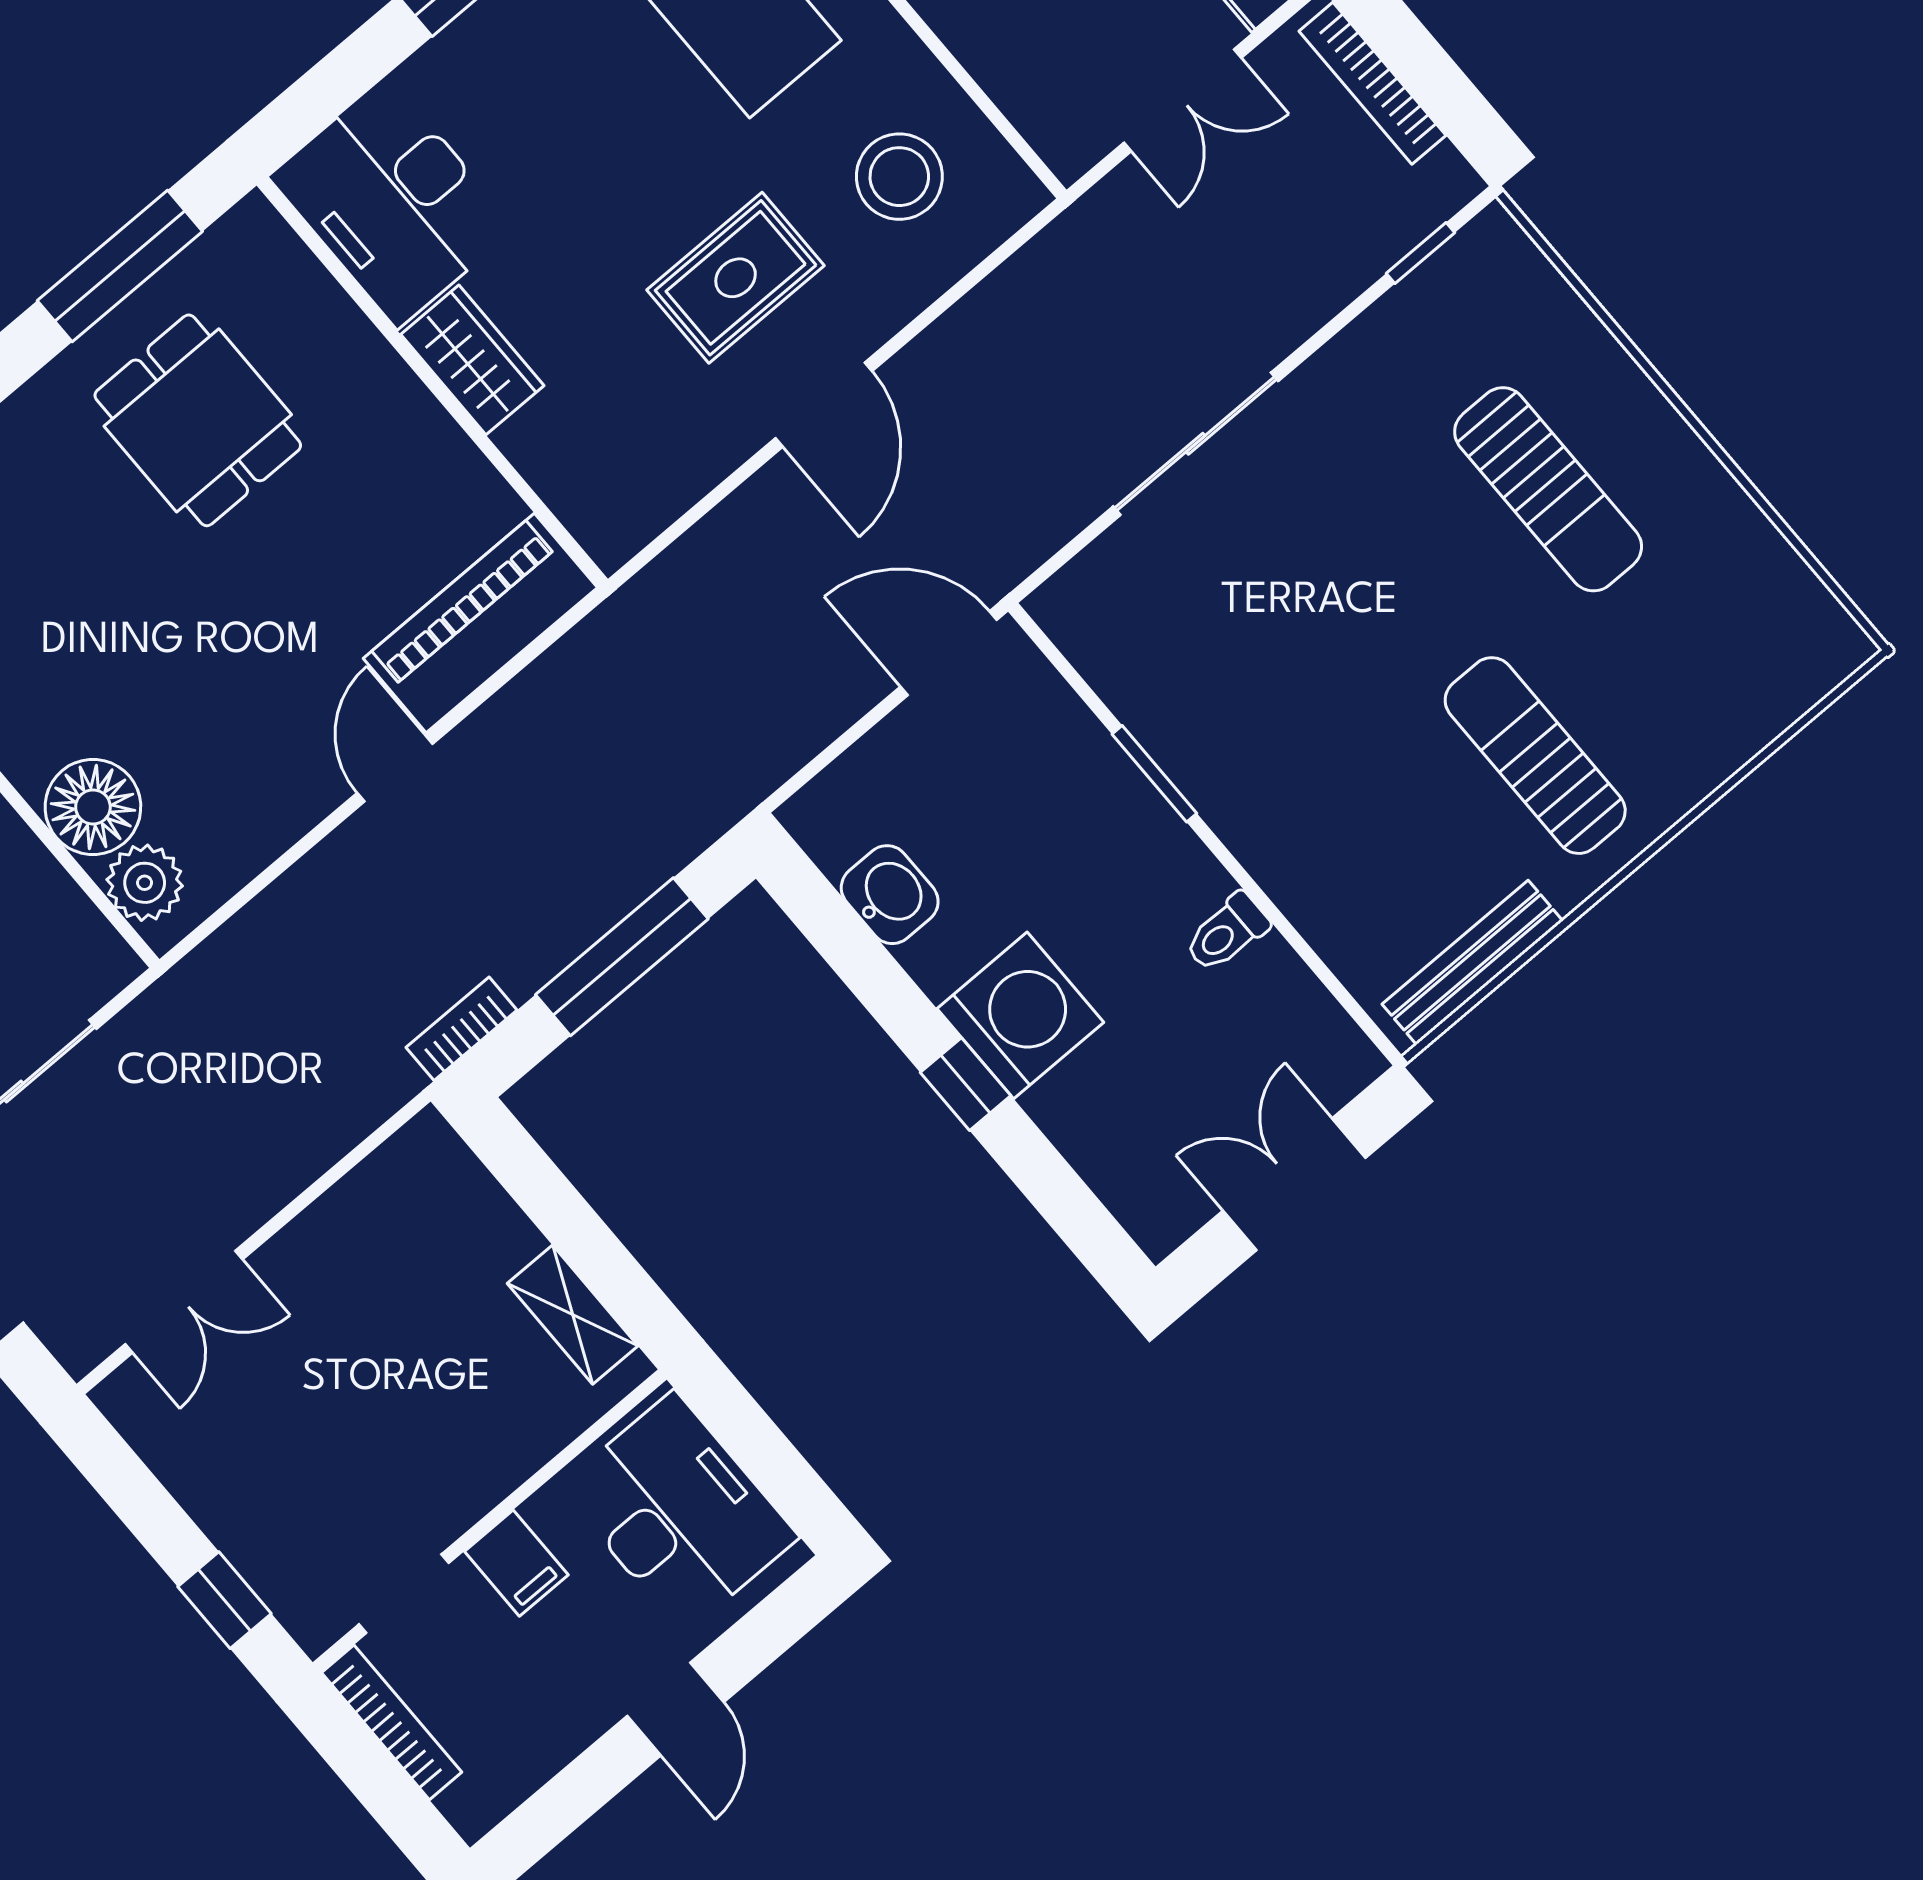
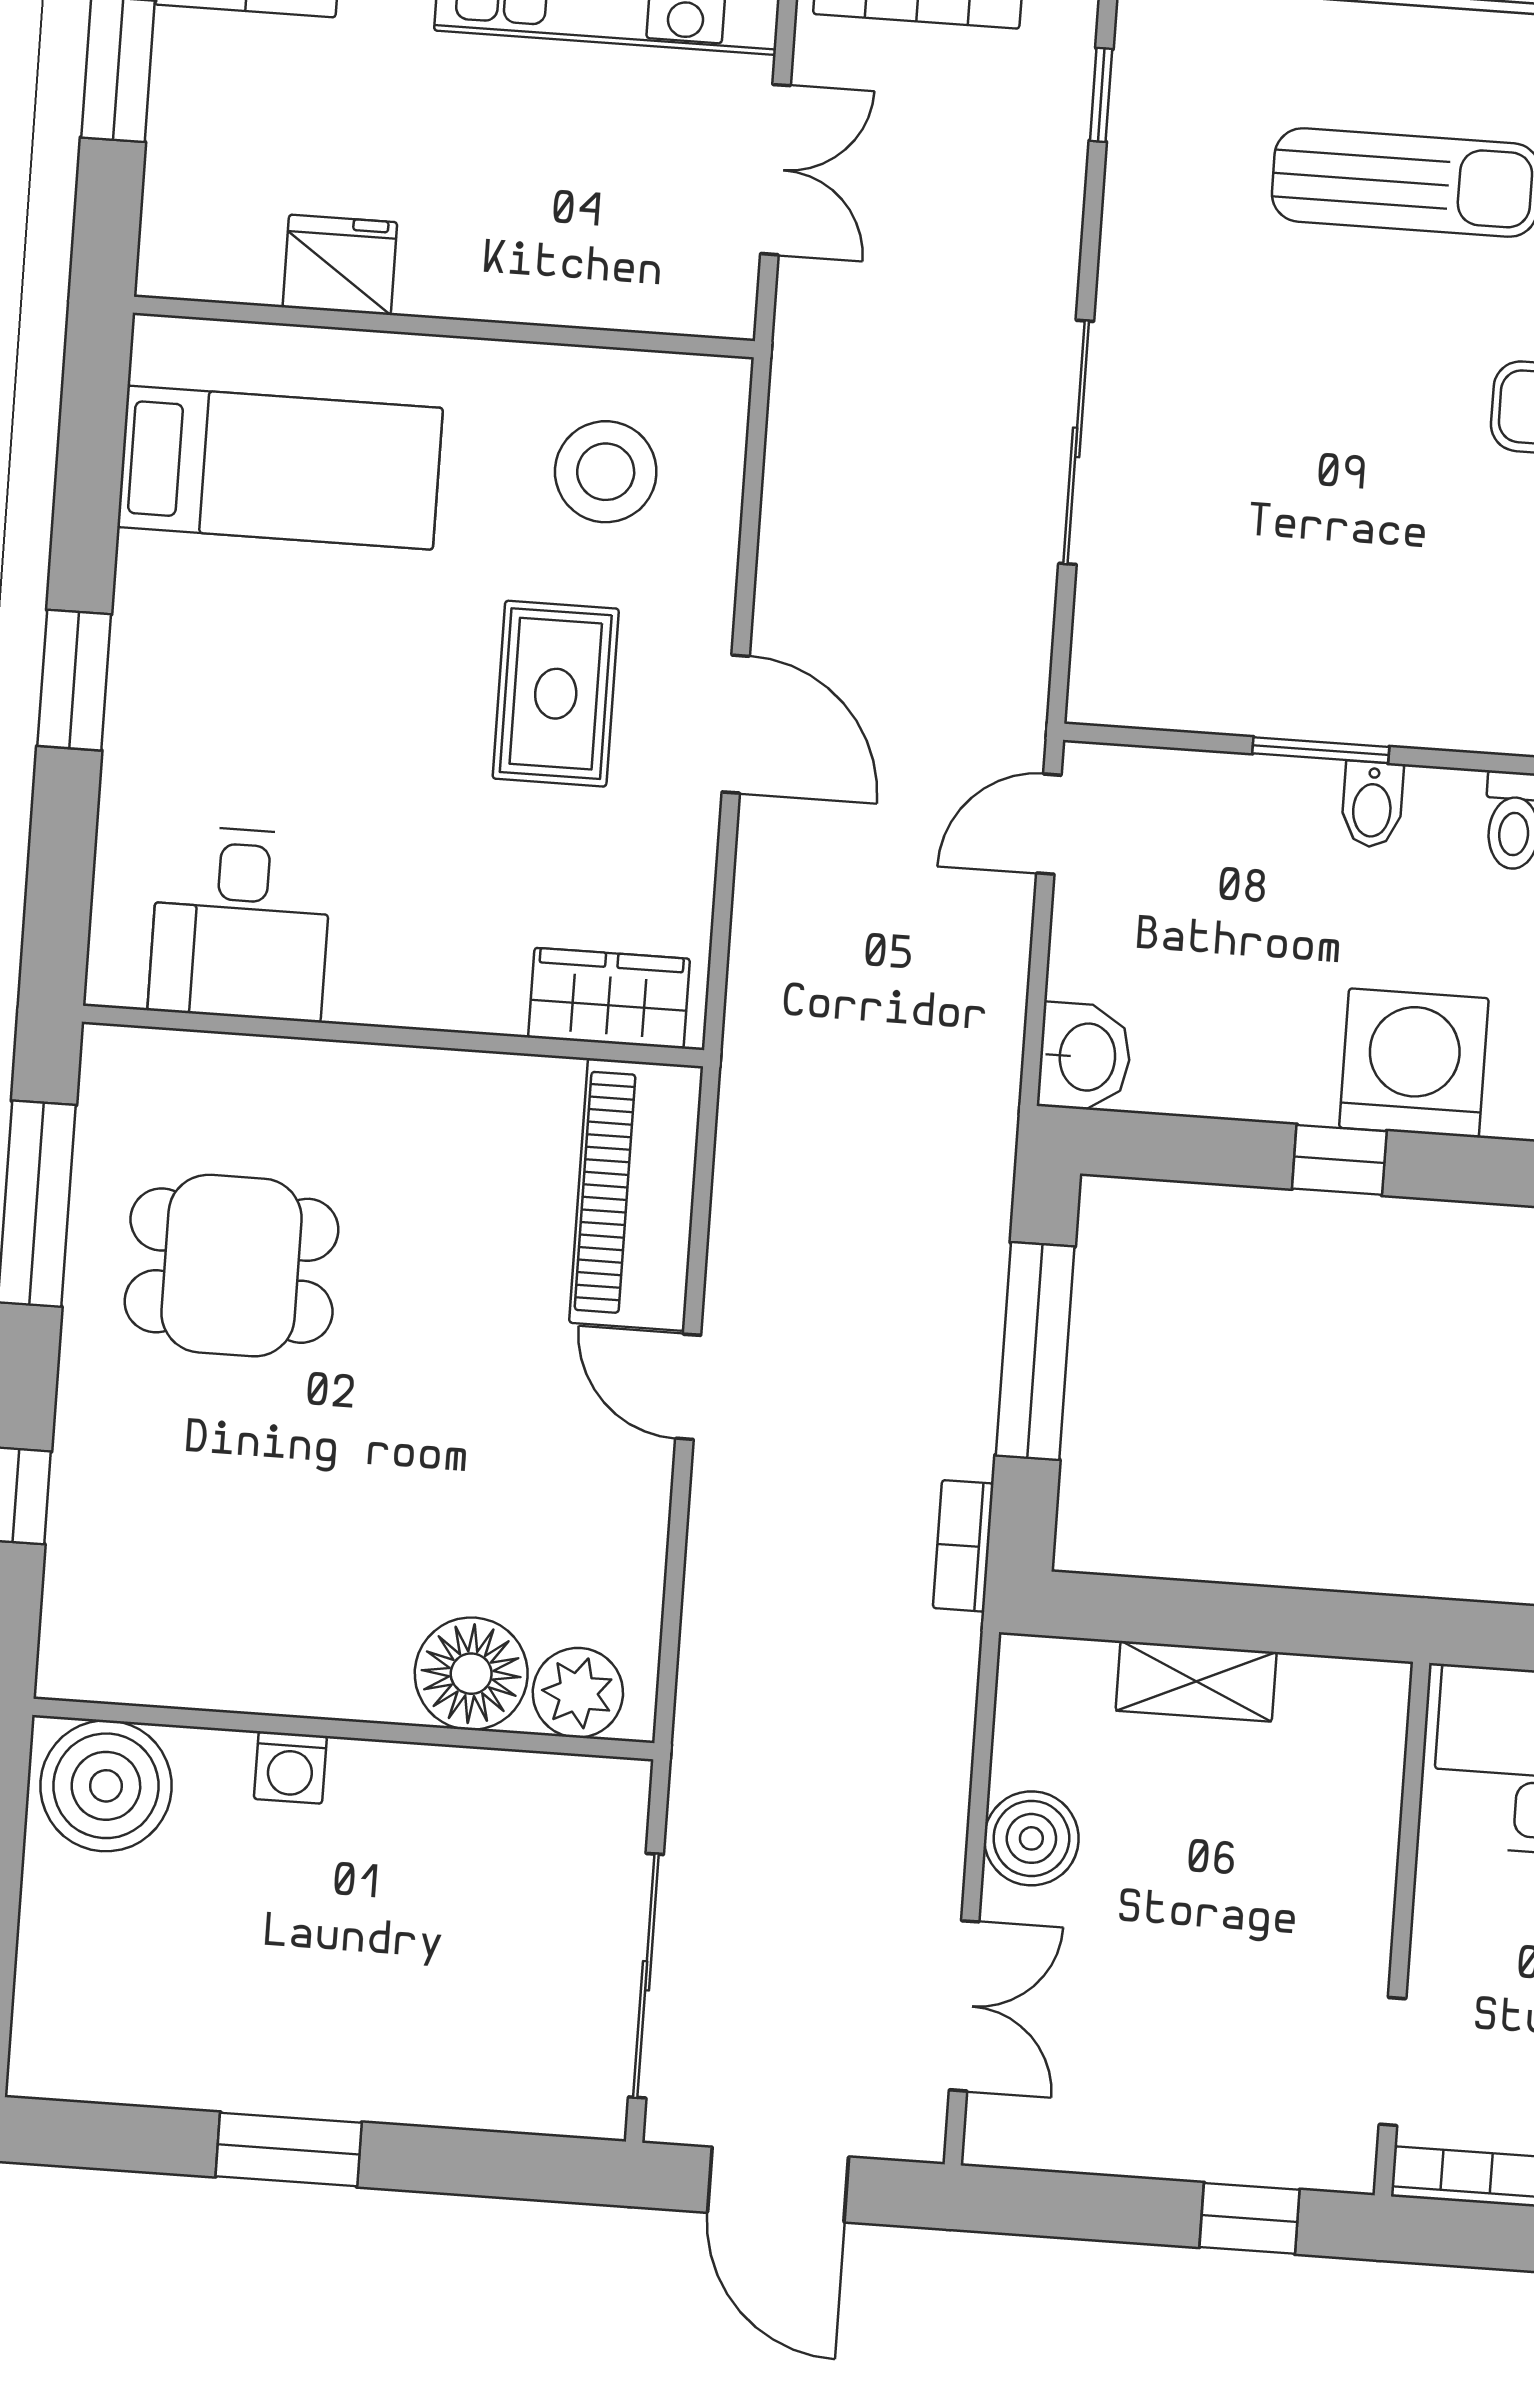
desk: (392, 202) -> (241, 923), width x0.73
wardrobe: (472, 360) -> (609, 998), moved
door: (949, 653) -> (1049, 824), width x0.73
bidet: (1152, 837) -> (1372, 804), added
washbasin: (890, 895) -> (1085, 1057), moved, turned 90
window: (965, 1084) -> (1339, 1160), moved
boiler: (325, 1243) -> (1031, 1838), added
shelving: (573, 1315) -> (1196, 1681), moved
filing cabinet: (516, 1563) -> (1460, 1941), removed

